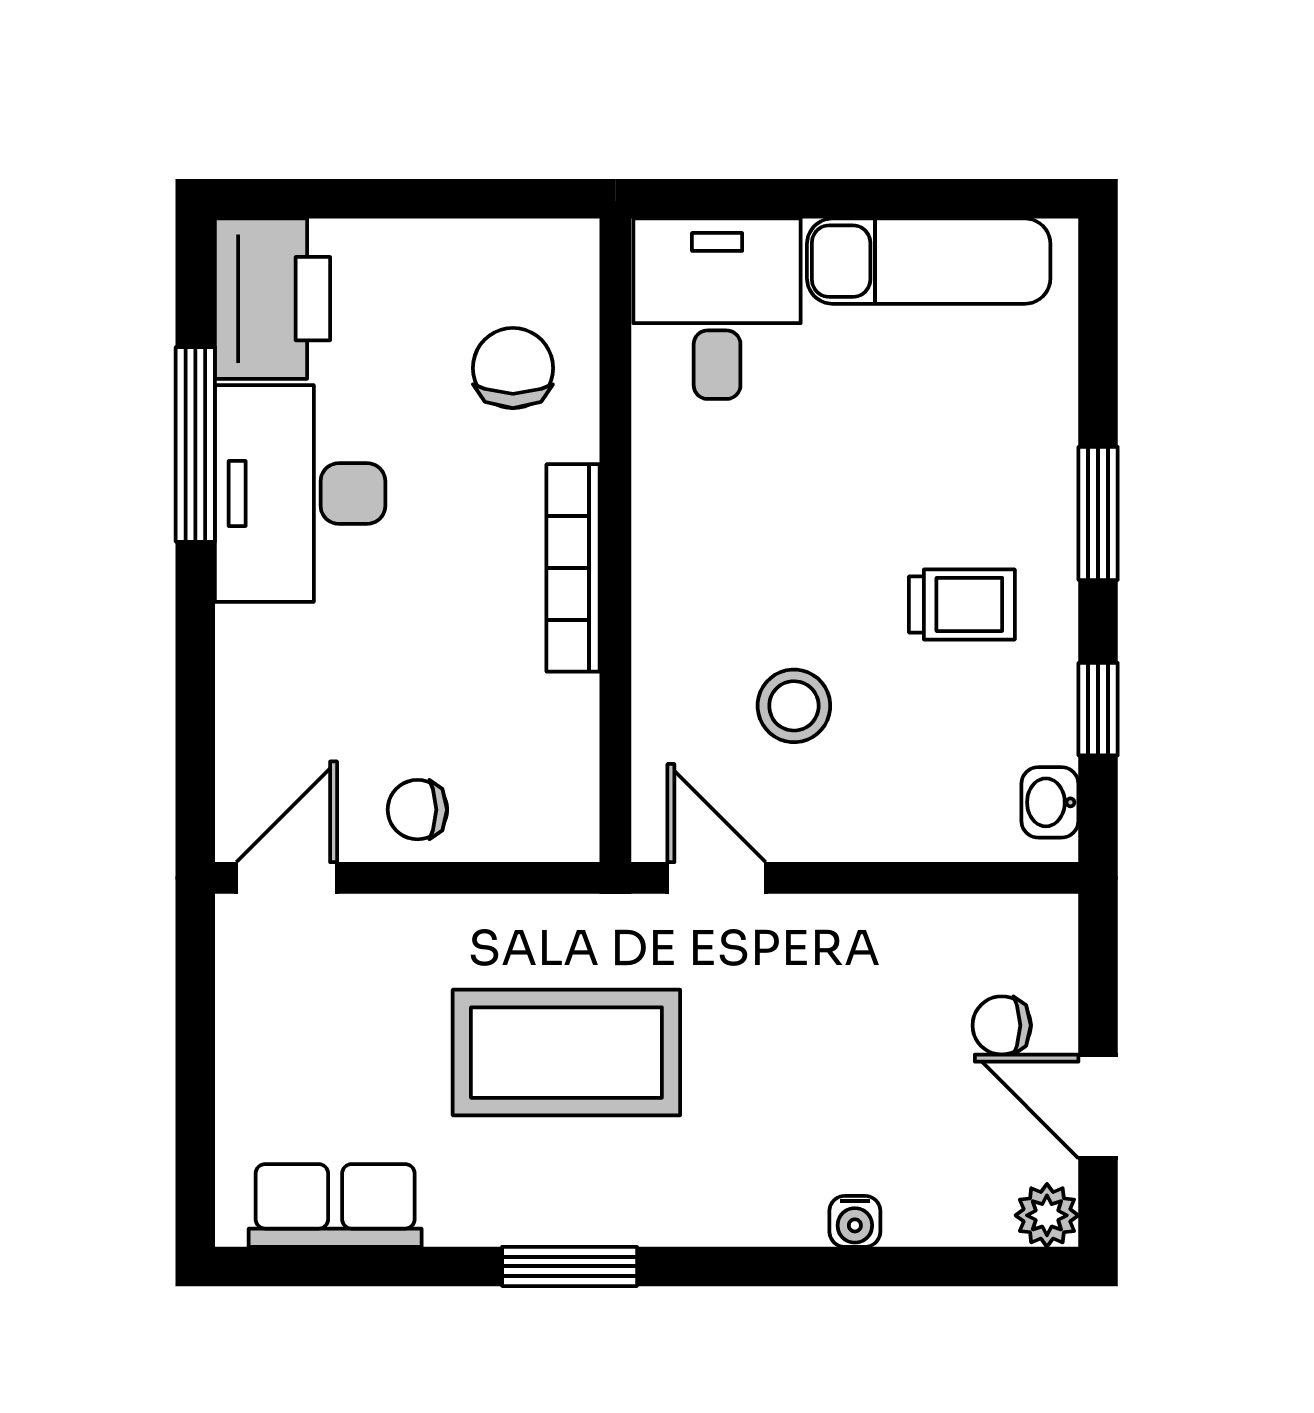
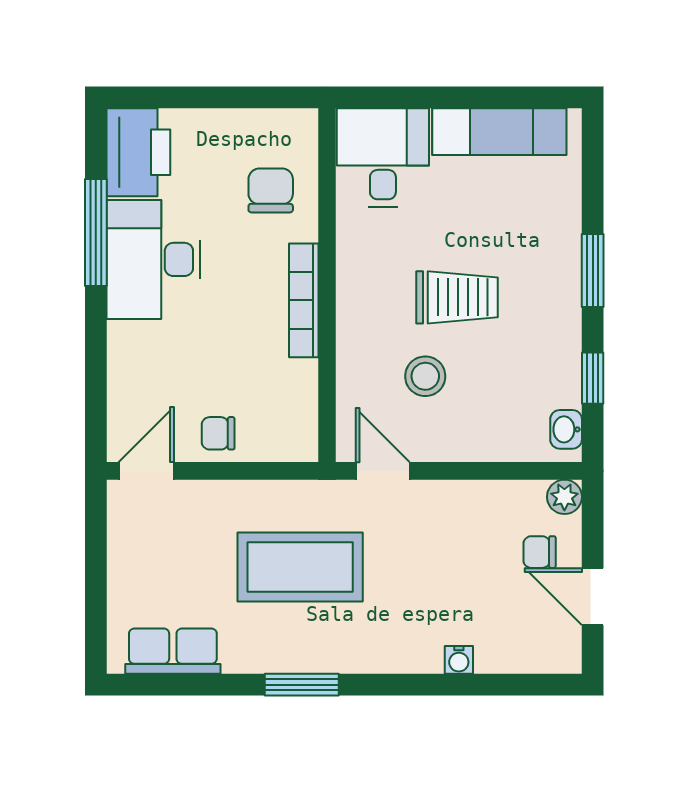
trolley: (962, 604) -> (457, 297), moved, width x1.36, depth x1.39
plant: (1047, 1215) -> (564, 497), moved

